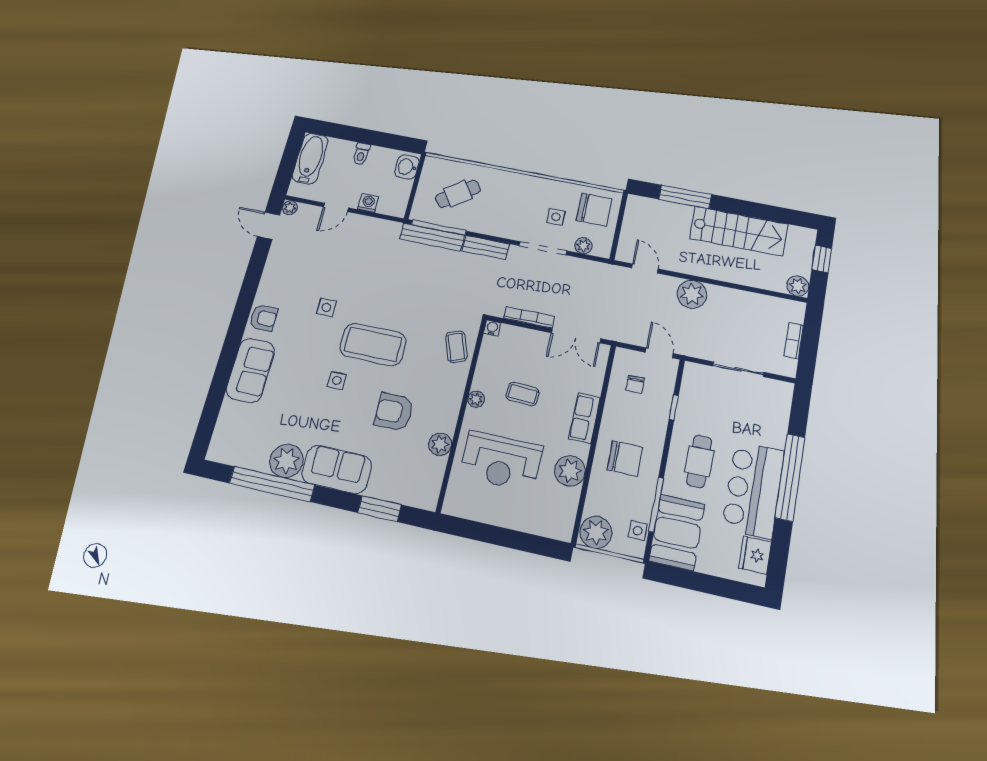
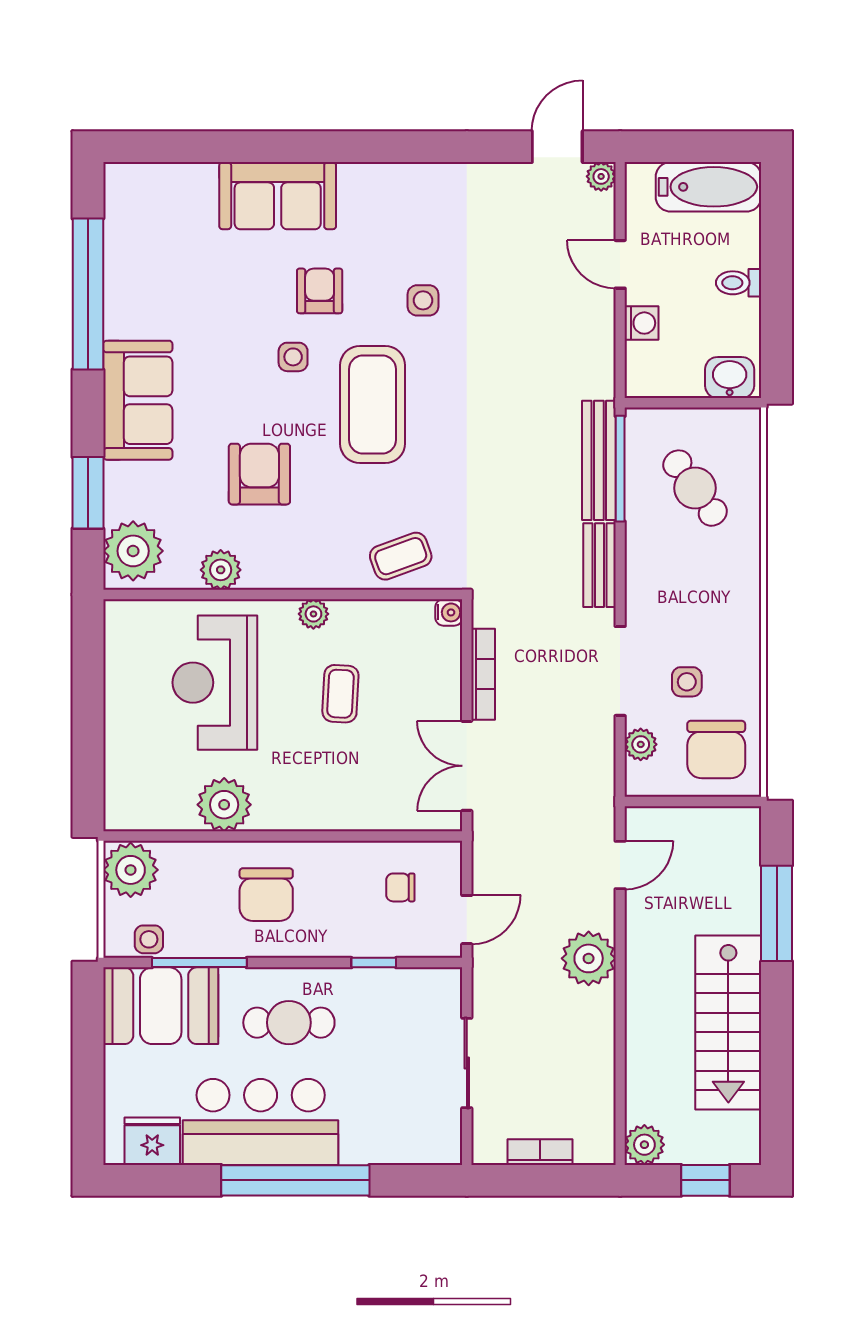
armchair: (263, 318) -> (320, 291), moved, turned 180
row of seats: (584, 418) -> (321, 811), removed
plant: (286, 461) -> (133, 551), moved

